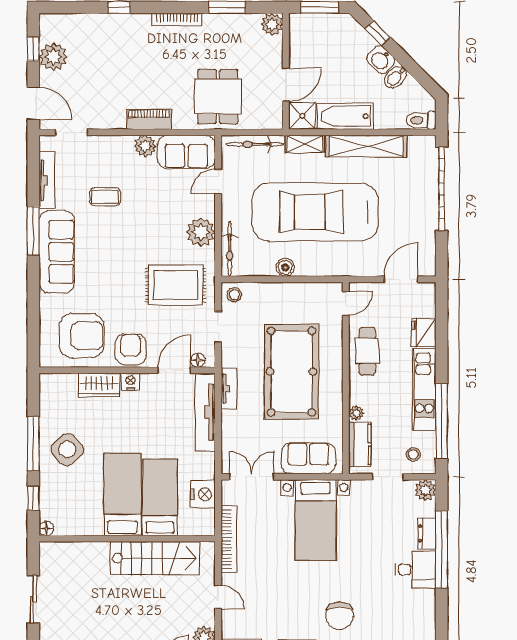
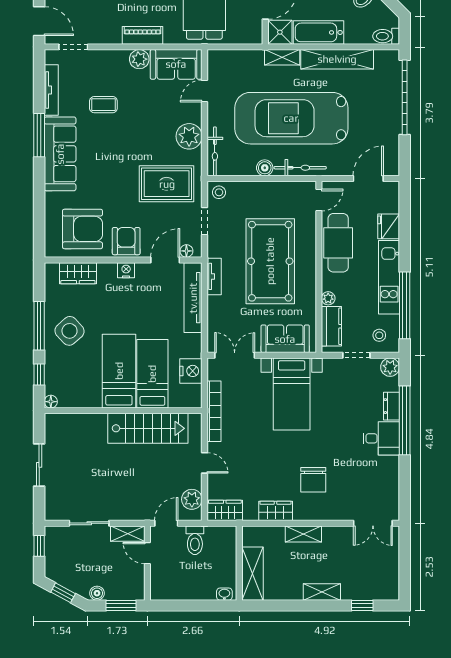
bicycle: (255, 144) -> (300, 168), moved, turned 180
cafe table: (367, 351) -> (338, 243), width x1.37, depth x1.35
wardrobe: (99, 385) -> (78, 273), moved

